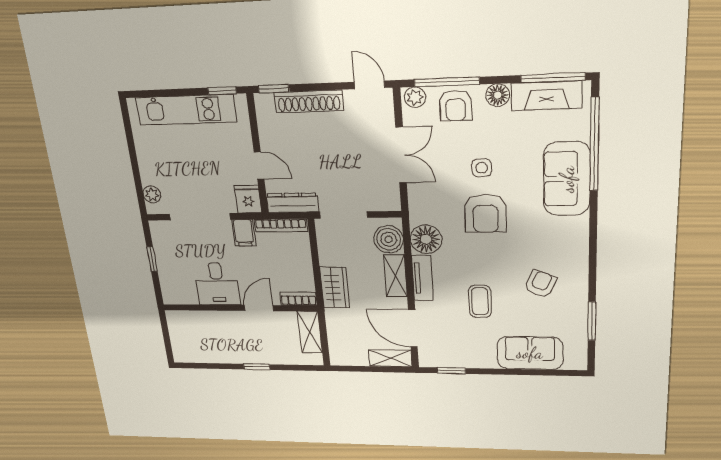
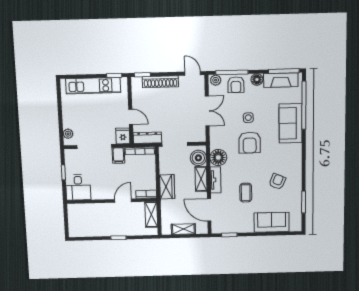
desk: (217, 284) -> (78, 187), moved
shelving: (390, 358) -> (183, 229), moved

